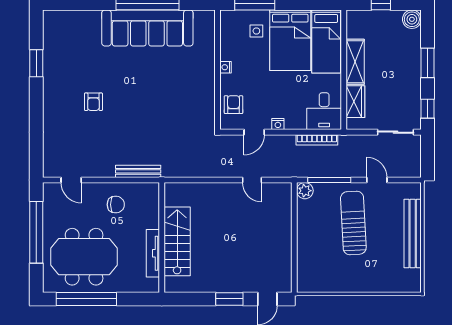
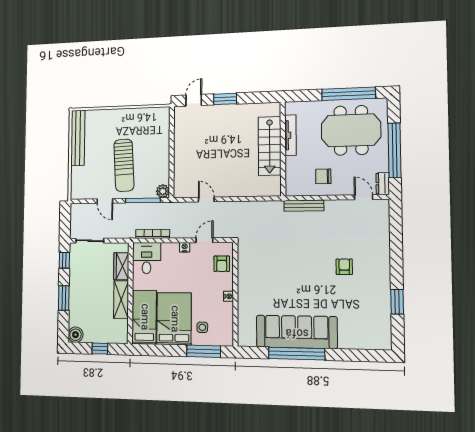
dresser: (50, 195) -> (383, 184), added
bench: (413, 234) -> (78, 138), moved

